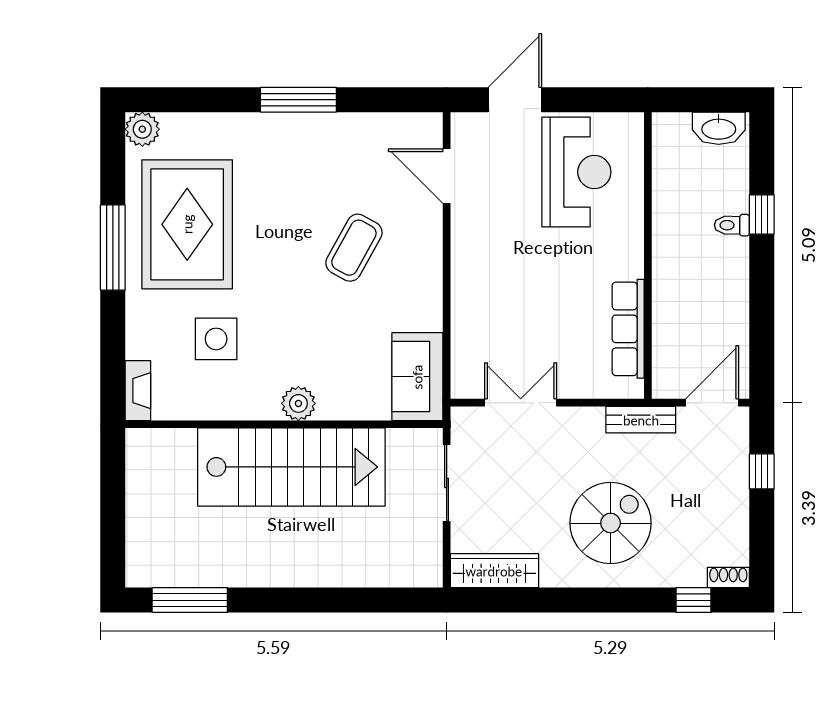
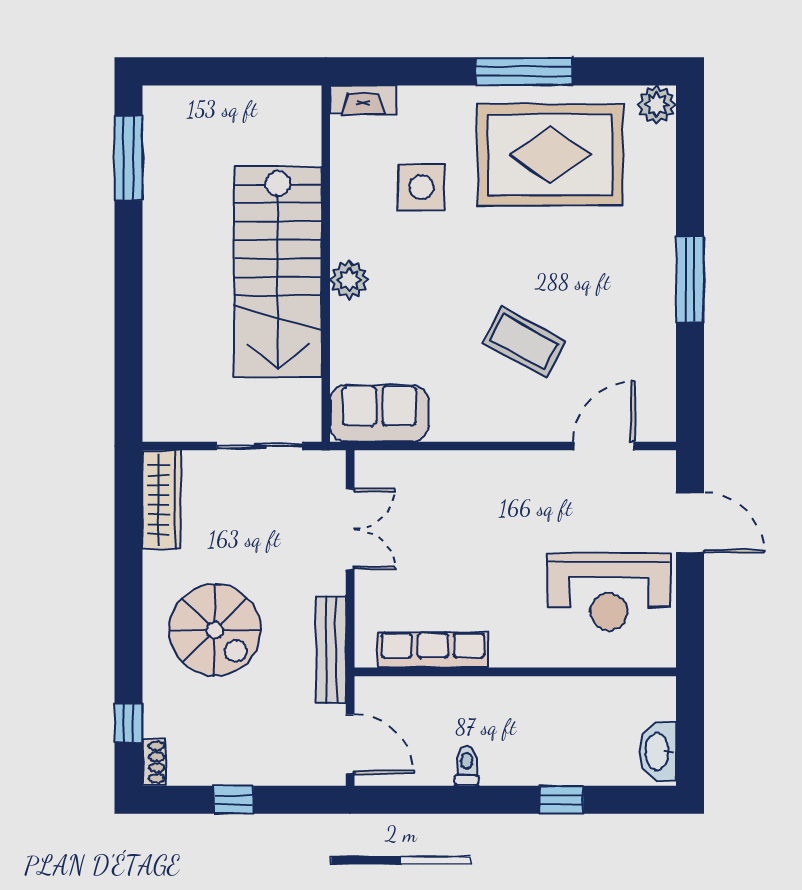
toilet: (732, 225) -> (467, 766), moved
bench: (641, 420) -> (331, 650), width x1.36
window: (762, 471) -> (233, 800), moved

